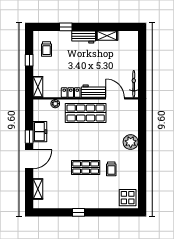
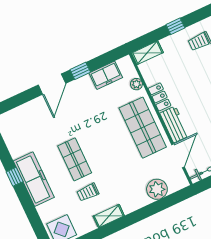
freezer: (40, 132) -> (106, 75), moved
plant: (131, 142) -> (157, 189), moved
door: (29, 159) -> (52, 84), hinge flipped
shelving: (38, 189) -> (109, 216), moved
freezer: (86, 200) -> (34, 179), added

